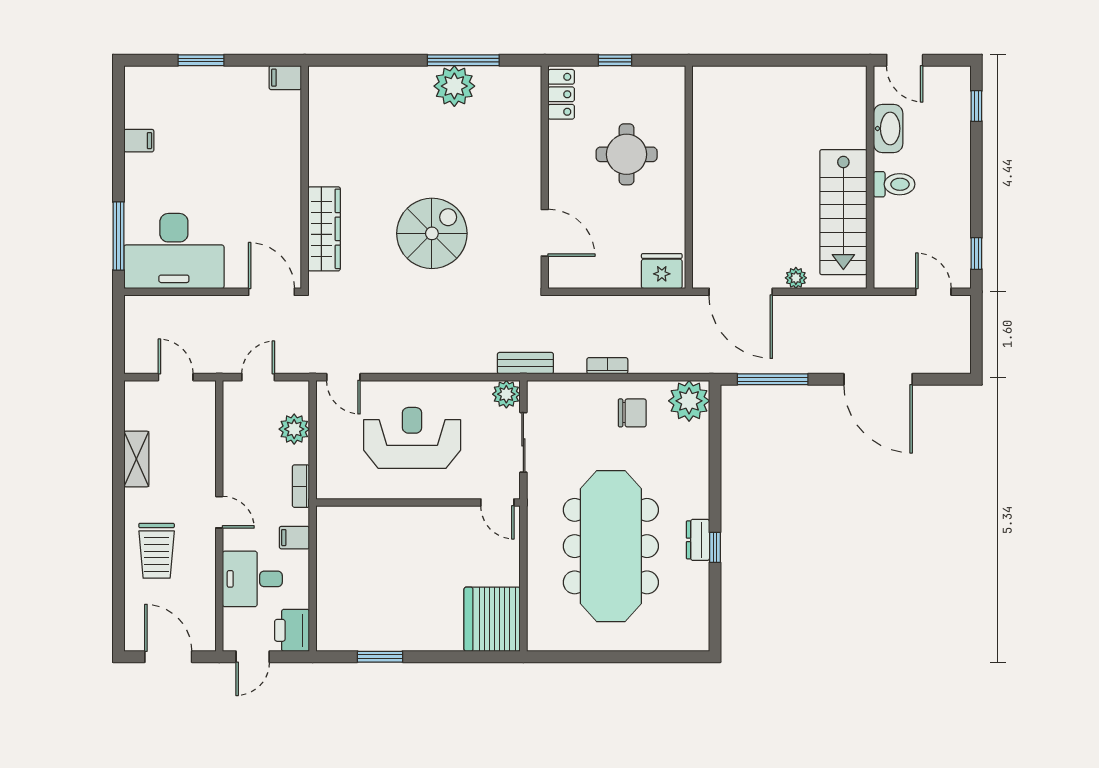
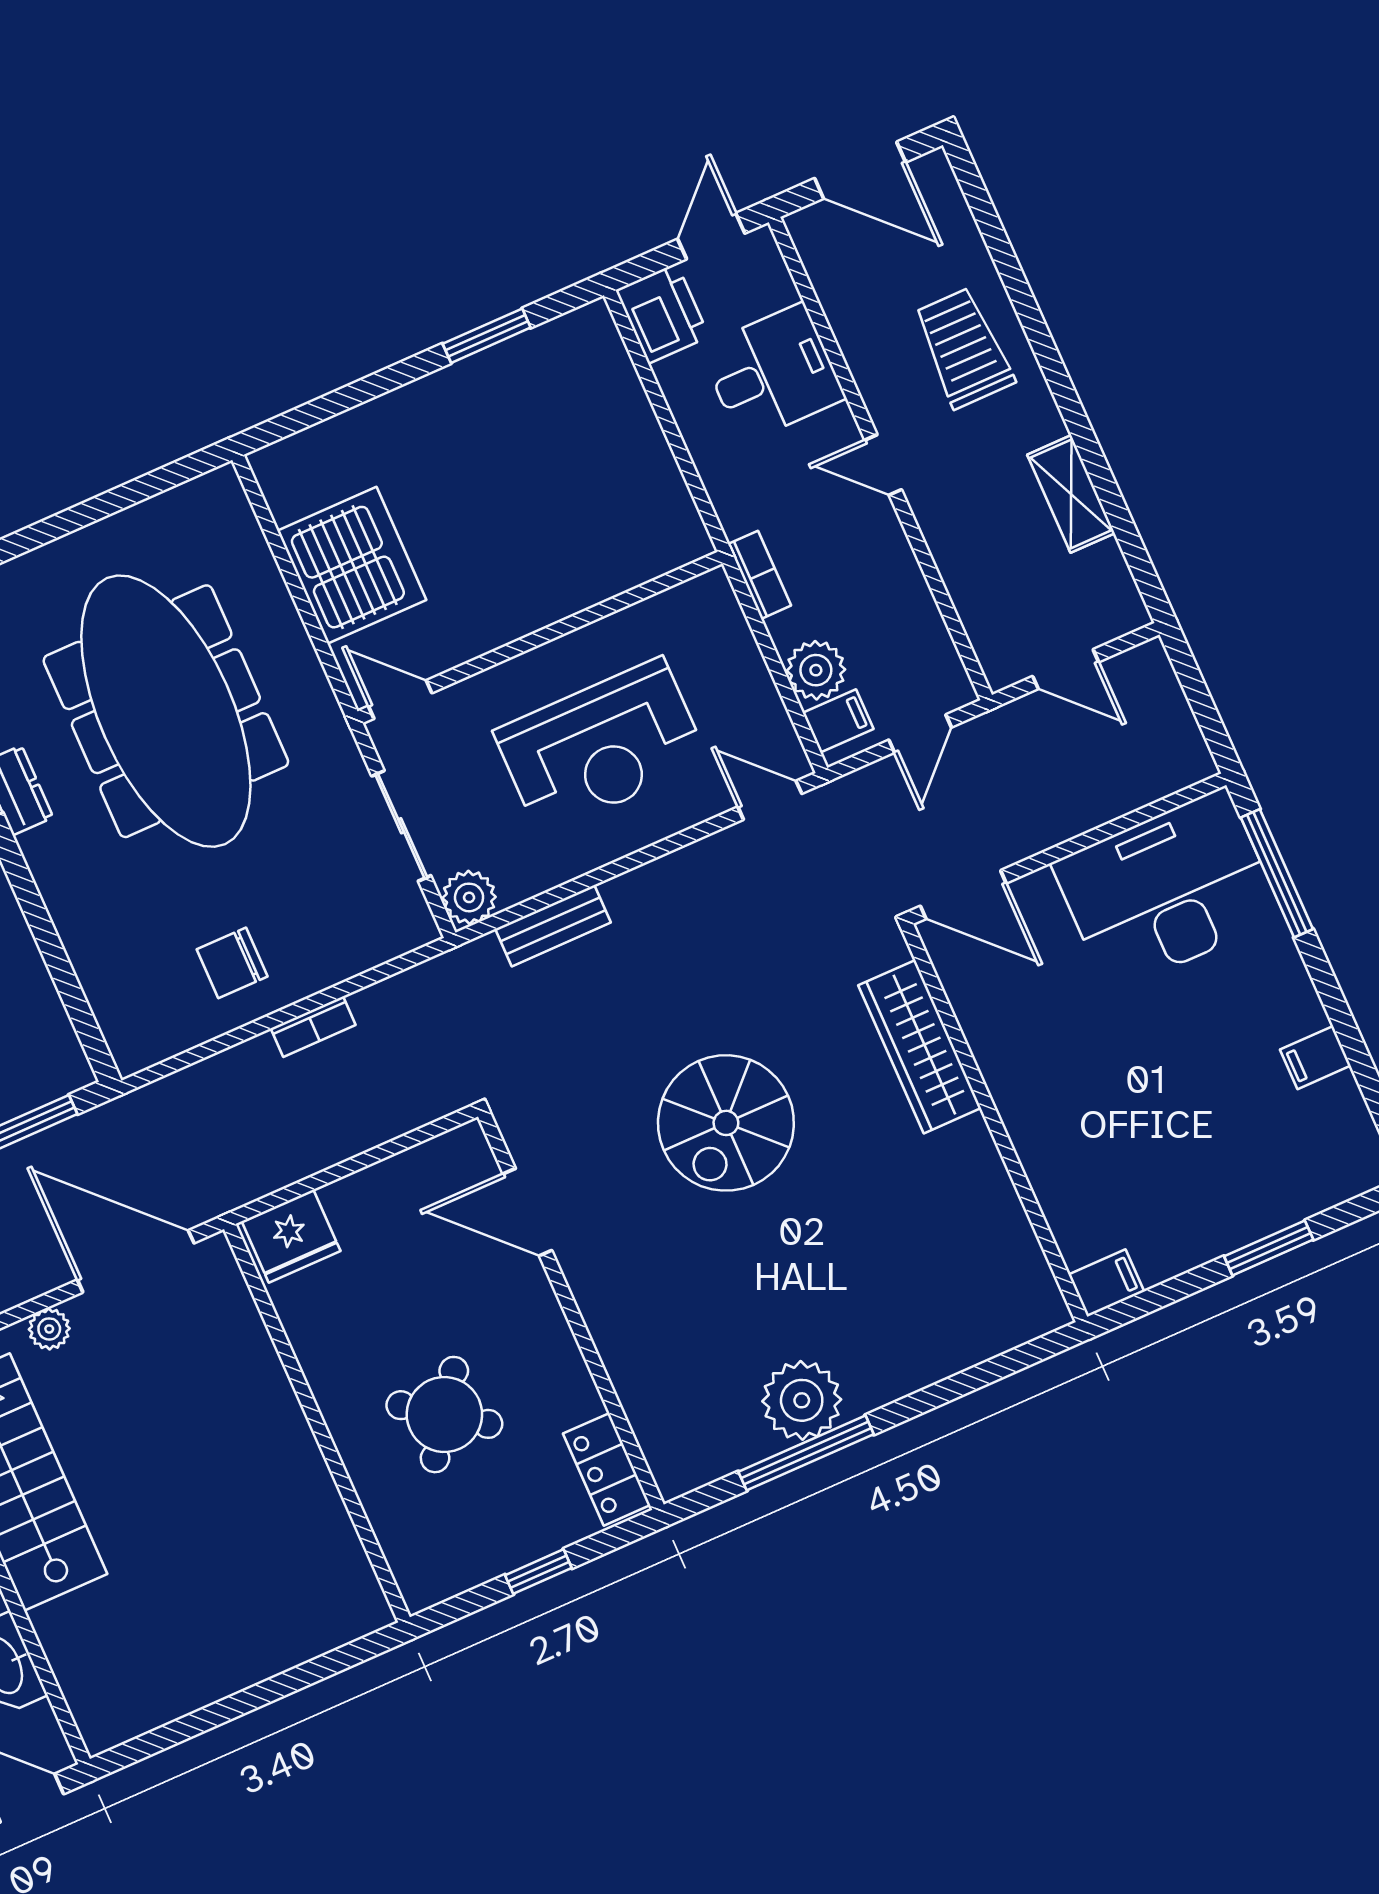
round table: (627, 154) -> (444, 1415), turned 36
bench: (525, 363) -> (553, 926), moved
plant: (689, 401) -> (142, 1028), removed
filing cabinet: (294, 538) -> (838, 721), moved
server rack: (492, 619) -> (352, 565), moved

